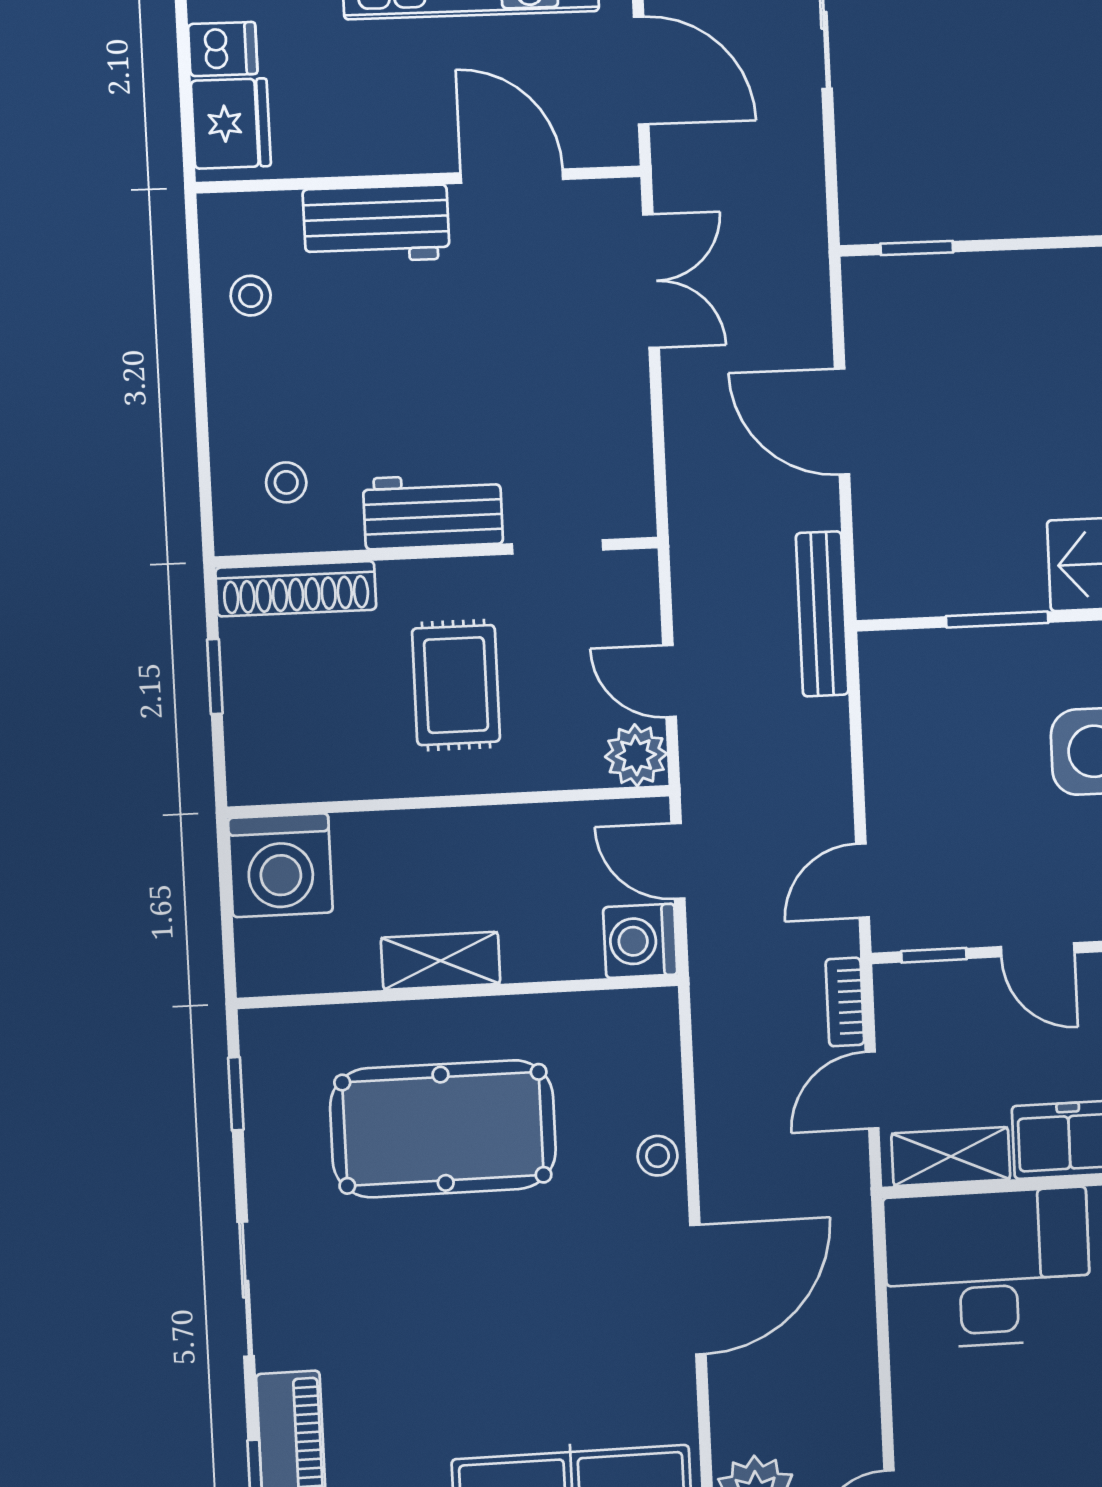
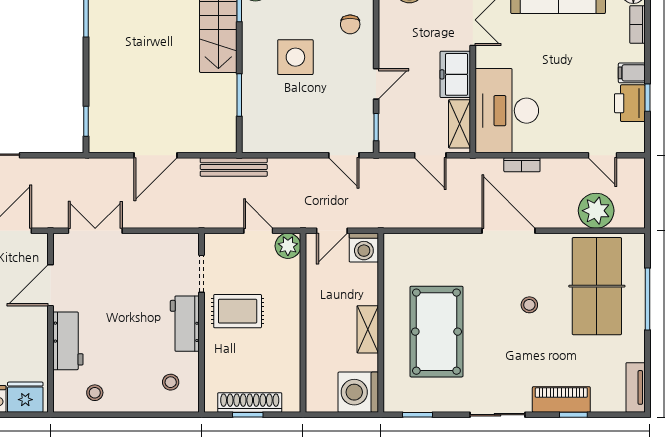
shoe rack: (296, 589) -> (250, 402), moved, turned -90
door: (670, 681) -> (258, 231), swing flipped
rug: (456, 685) -> (238, 311), moved
washing machine: (280, 865) -> (358, 392), moved, turned 180
bookcase: (845, 1002) -> (522, 165), moved
stool: (658, 1156) -> (529, 305), moved

